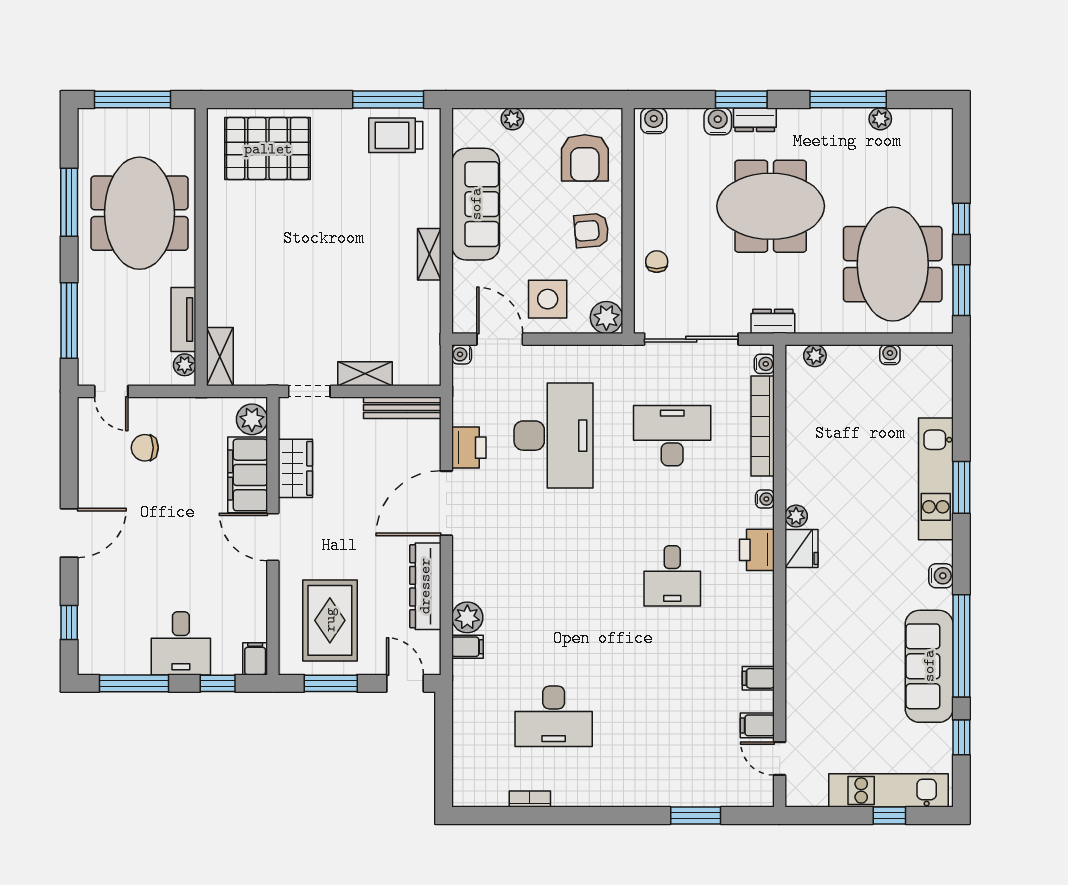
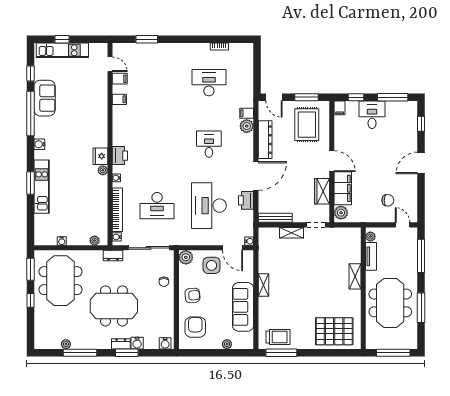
shelving: (220, 357) -> (355, 276), moved
desk: (672, 576) -> (209, 144), moved
sofa: (929, 666) -> (45, 98), width x0.73

